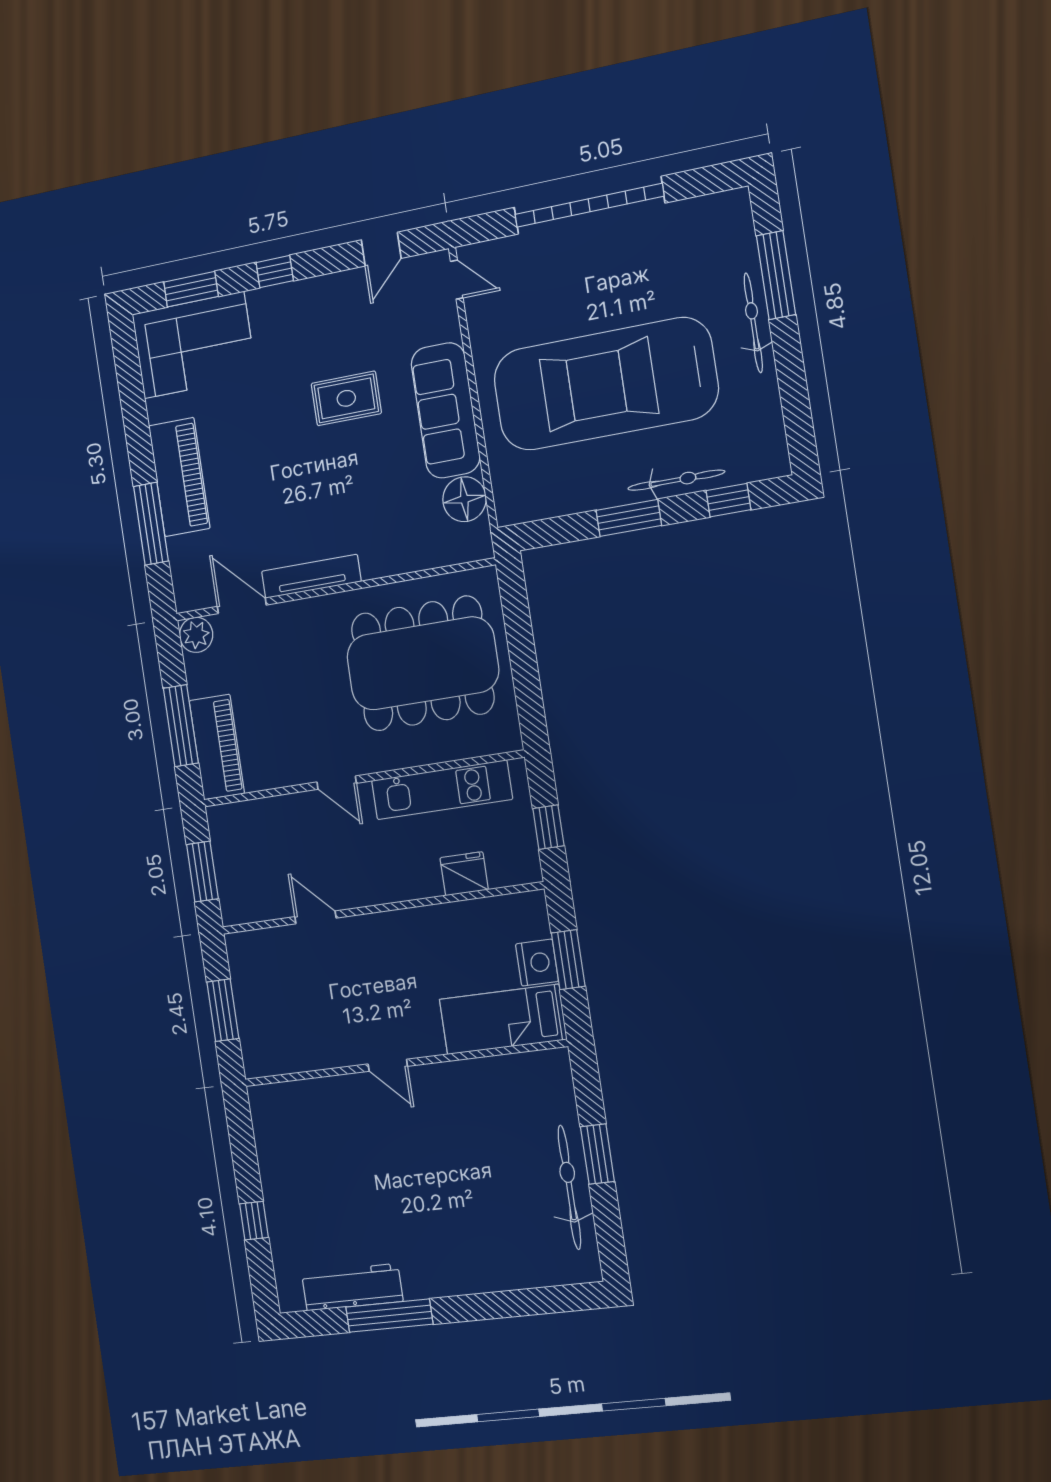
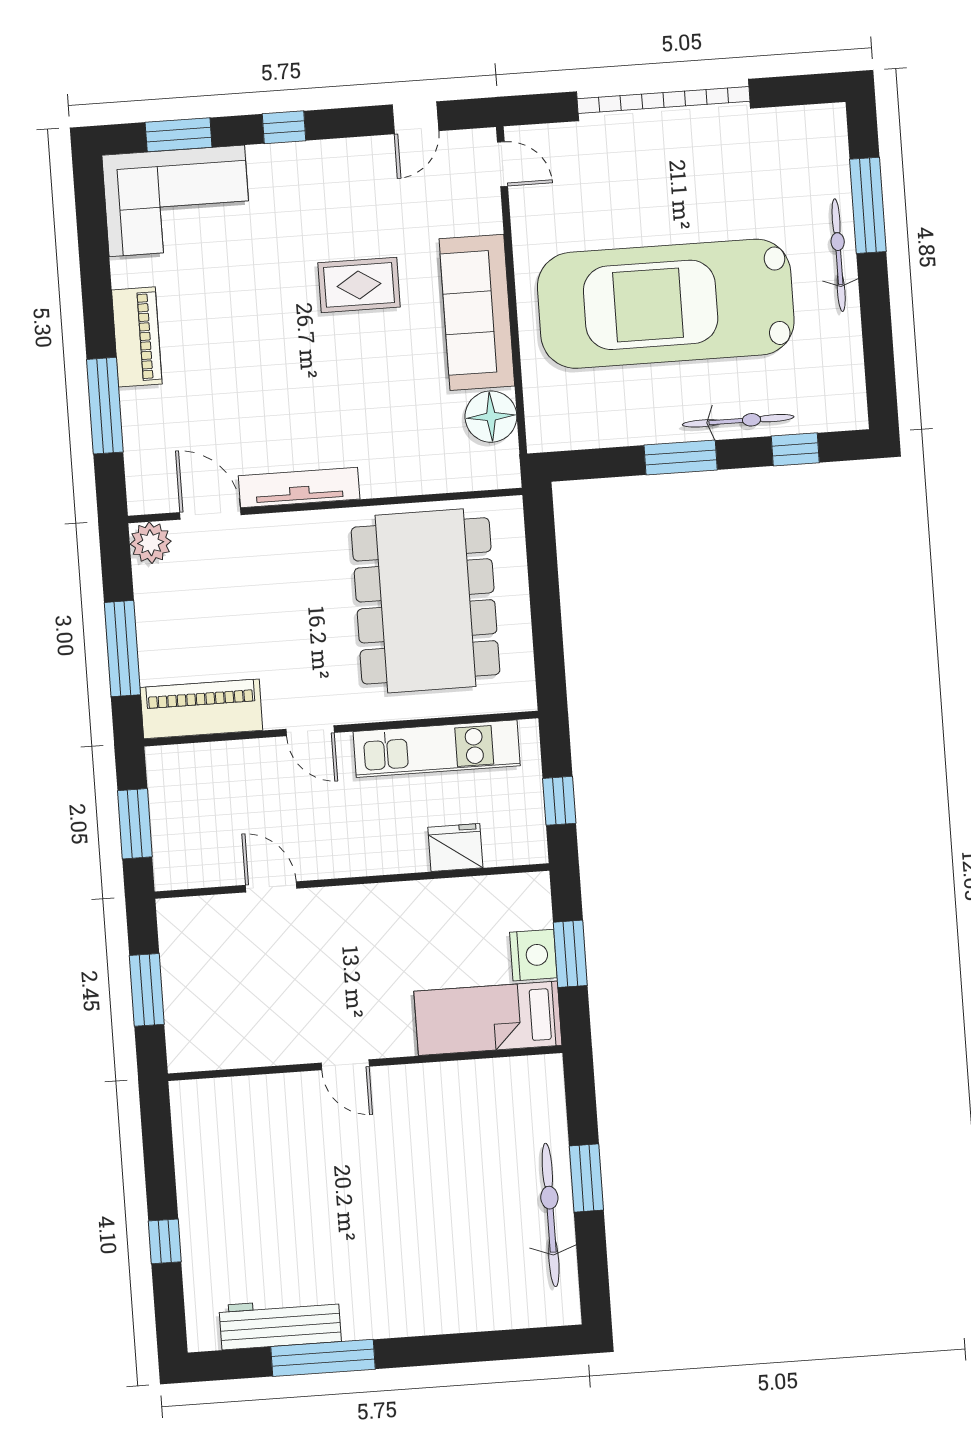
piano: (179, 477) -> (137, 337), width x0.73, depth x0.75
dining table: (423, 663) -> (426, 601), turned 90
piano: (217, 747) -> (201, 709), moved, turned -90

